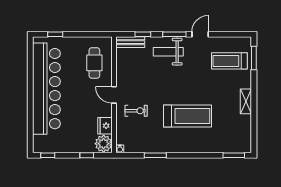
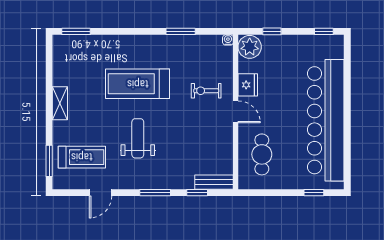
door: (200, 34) -> (101, 193), moved
weight bench: (168, 52) -> (138, 138), moved, turned -90
fridge: (105, 126) -> (248, 85), moved

